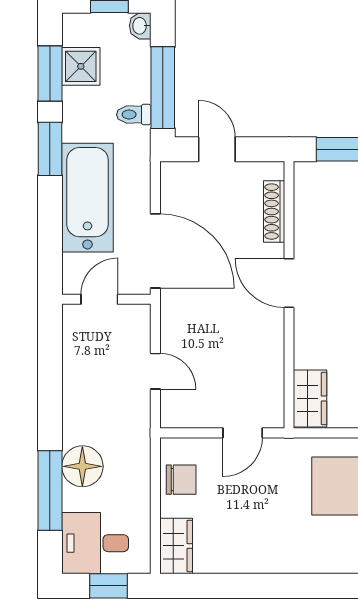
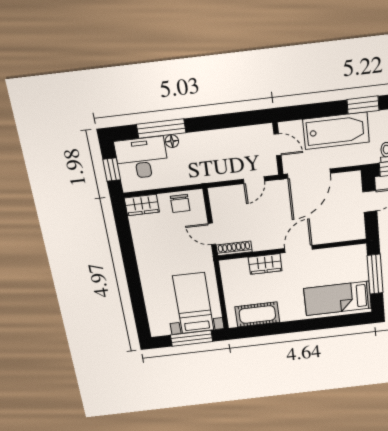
shoe rack: (274, 212) -> (234, 248), moved
door: (155, 371) -> (254, 180), moved
wardrobe: (310, 399) -> (265, 264), moved
floor lamp: (82, 466) -> (172, 141), width x0.53, depth x0.53
desk: (95, 543) -> (142, 158), width x1.37

